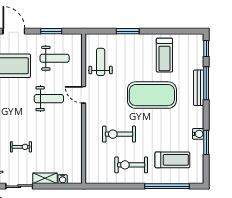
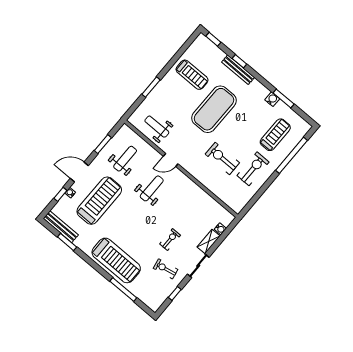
window: (206, 83) -> (239, 61), width x0.46
exercise bike: (119, 134) -> (222, 158), turned 90
exercise bike: (131, 165) -> (253, 169), turned 180

